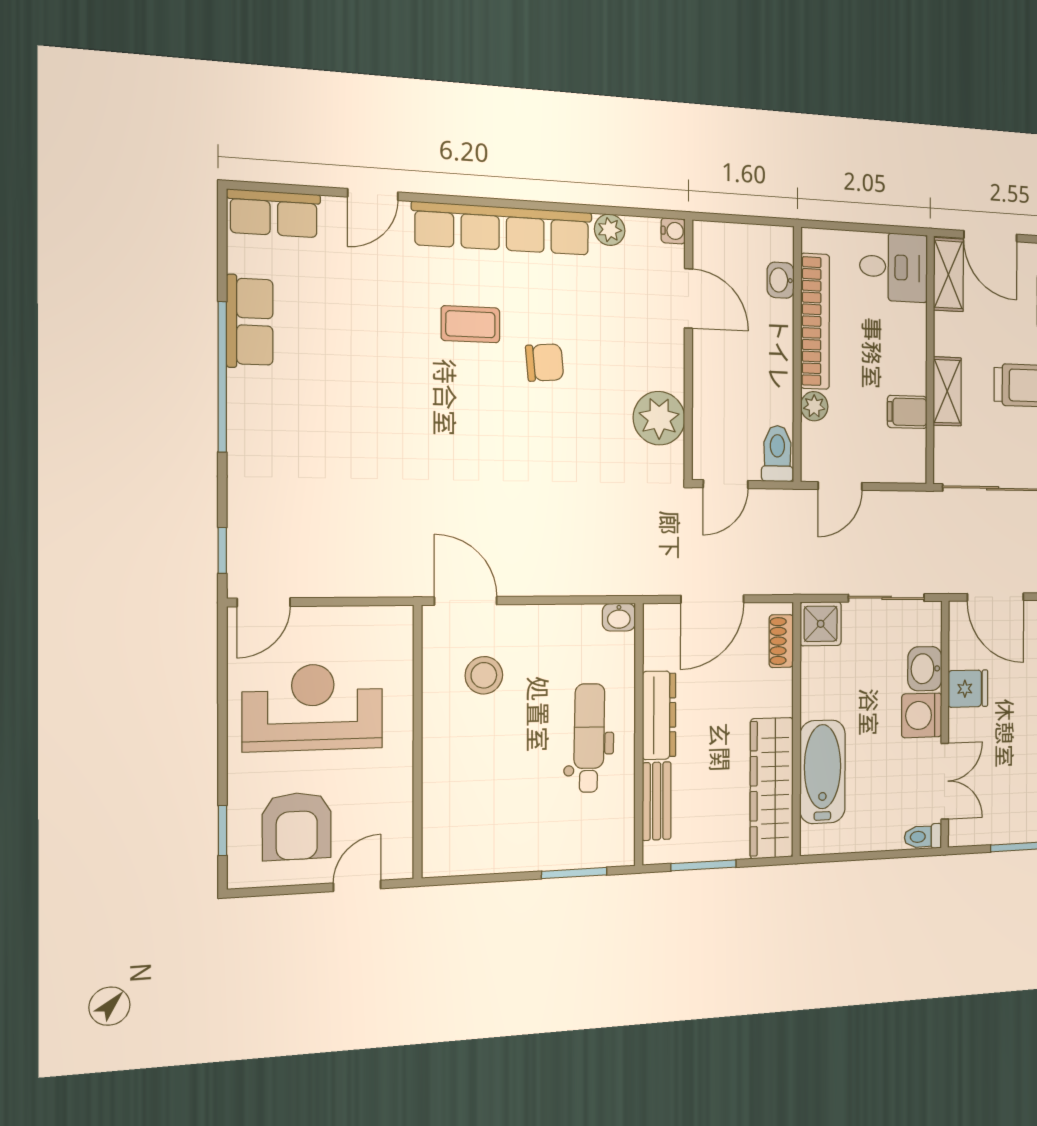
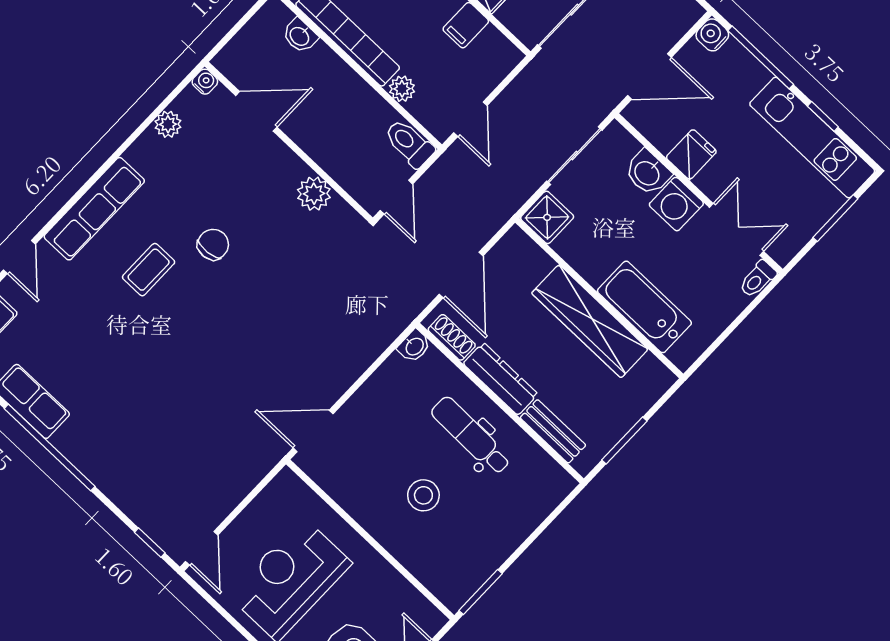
row of seats: (503, 229) -> (94, 209), width x0.73
plant: (659, 418) -> (314, 194), width x0.73, depth x0.73
shoe rack: (781, 641) -> (452, 337), moved, turned 180
stool: (484, 675) -> (423, 495), moved
wardrobe: (772, 788) -> (590, 321), moved
window: (574, 873) -> (481, 592), moved

